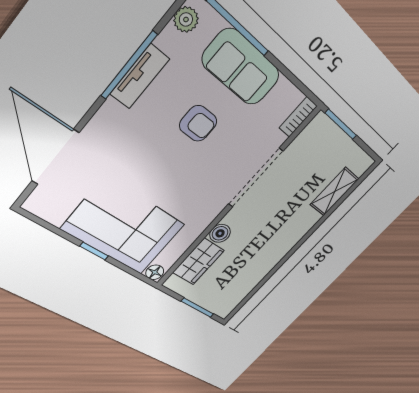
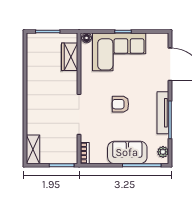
tv unit: (140, 76) -> (163, 113), width x1.41
armchair: (198, 123) -> (120, 104), moved
shelving: (334, 192) -> (33, 149), moved
boiler: (220, 233) -> (72, 78), removed

